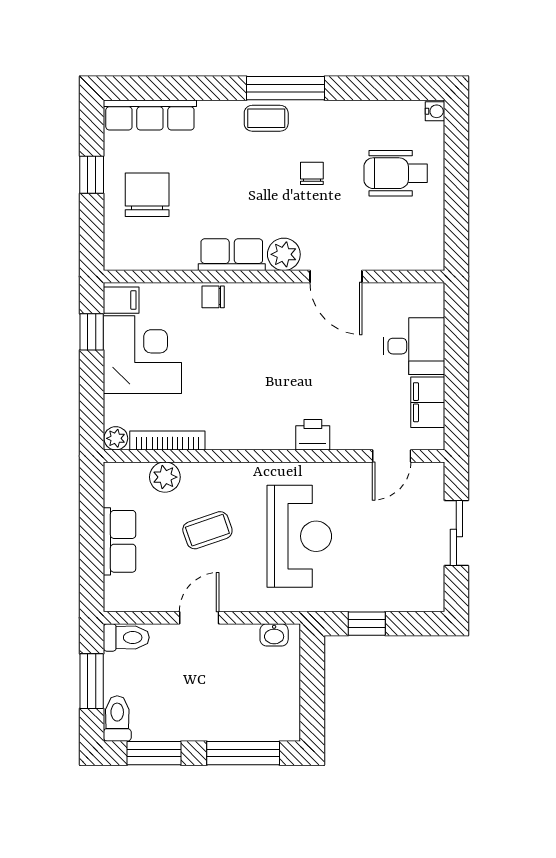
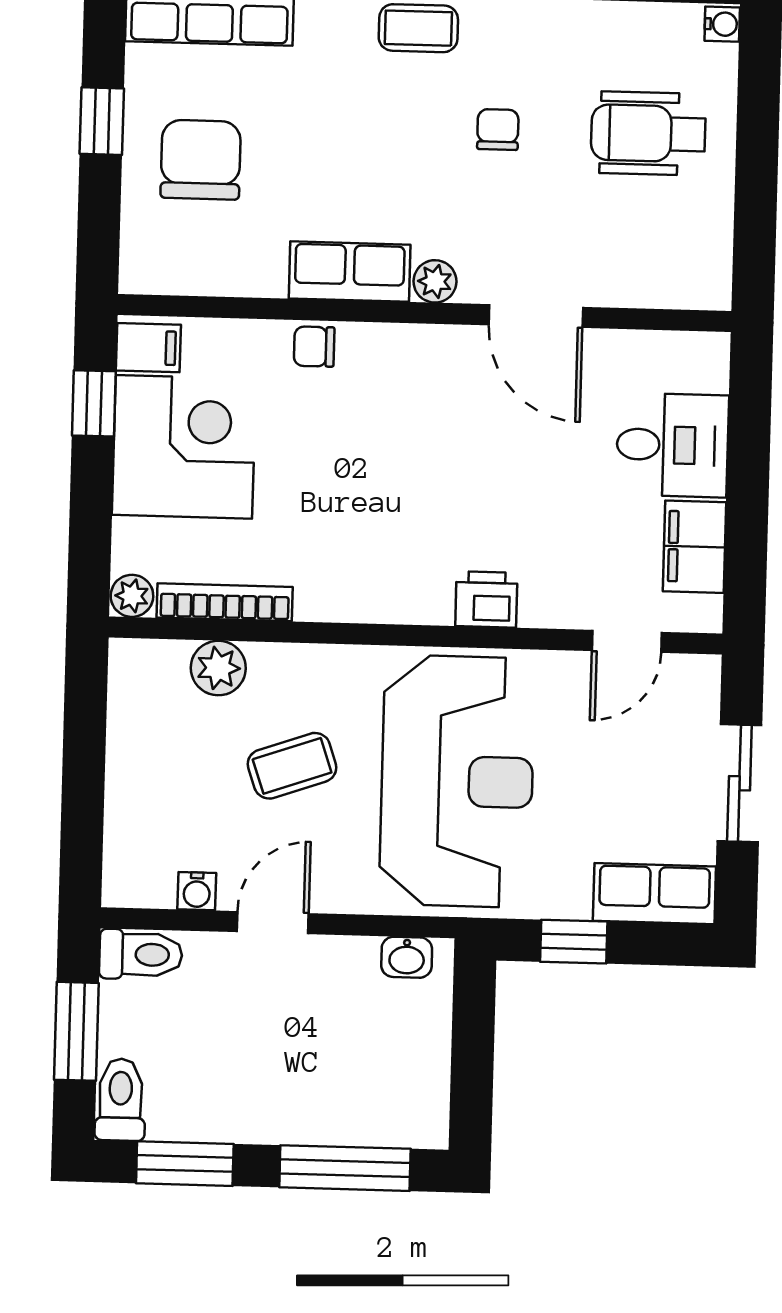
plant: (284, 254) -> (435, 281), width x0.73, depth x0.73
reception desk: (299, 536) -> (457, 781), width x1.36, depth x1.30
row of seats: (120, 541) -> (654, 894), moved, turned -90
water cooler: (156, 601) -> (197, 891), added

